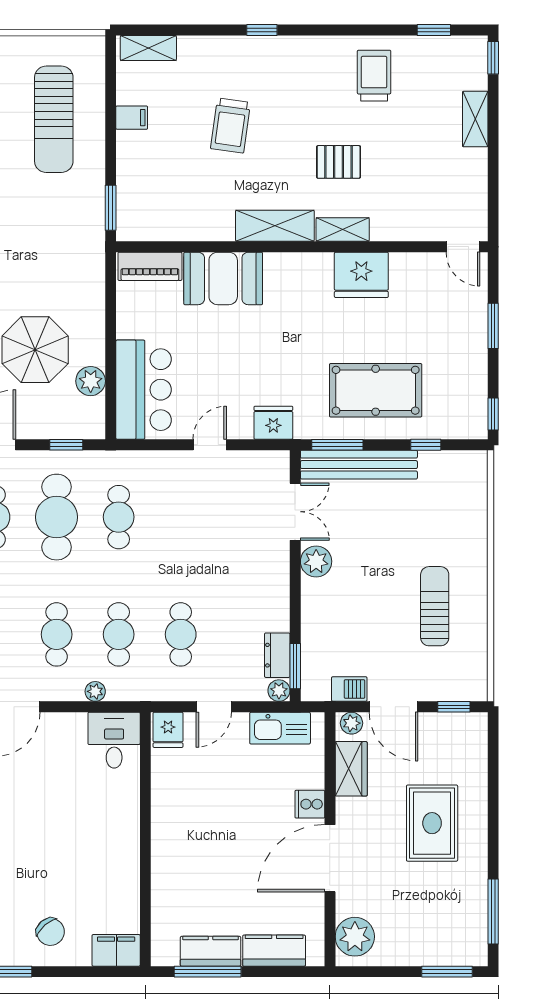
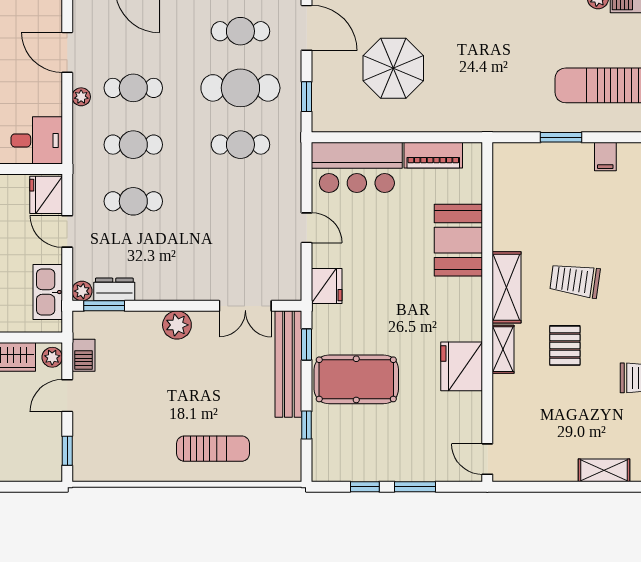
trolley: (230, 126) -> (575, 280), moved
window: (111, 208) -> (561, 137), moved
door: (463, 247) -> (487, 459), hinge flipped
piano: (150, 266) -> (433, 155), moved, turned -90
plant: (91, 381) -> (365, 119), removed
pool table: (376, 390) -> (356, 379), turned 90
window: (493, 414) -> (365, 487), moved
window: (337, 445) -> (307, 344), width x0.67
plant: (316, 561) -> (177, 325), moved
sun lounger: (435, 606) -> (213, 449), moved
plant: (95, 691) -> (81, 97), moved
door: (393, 707) -> (67, 396), width x0.73
fridge: (168, 730) -> (46, 195), width x1.38

